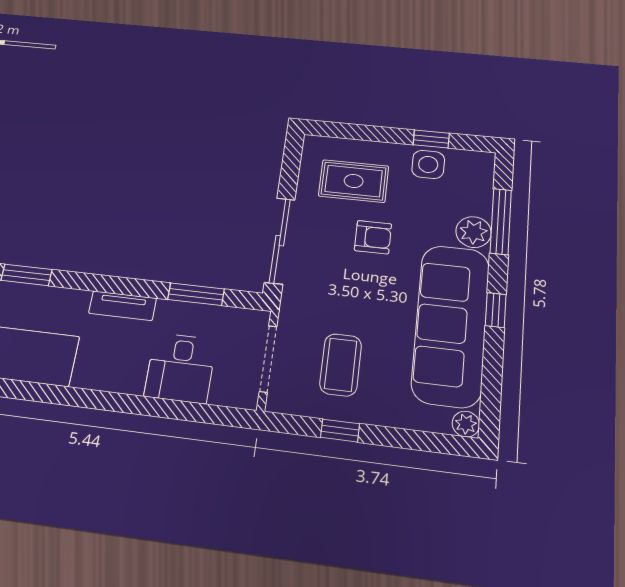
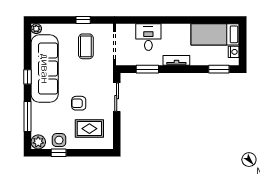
plant: (473, 232) -> (38, 142), moved
sliding door: (280, 241) -> (117, 97), width x0.73

